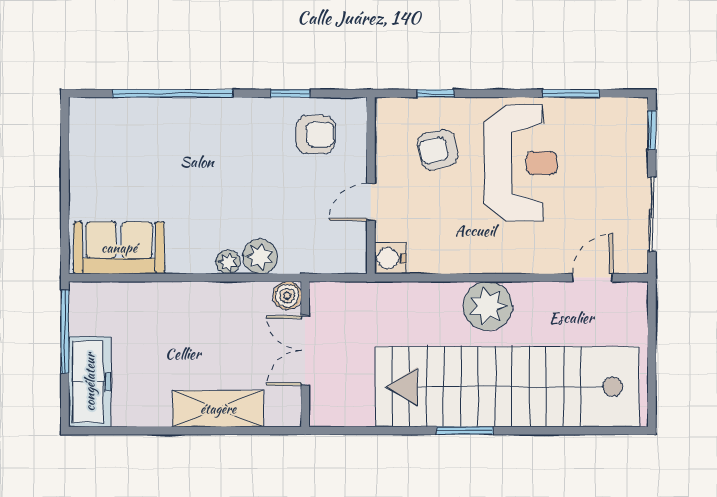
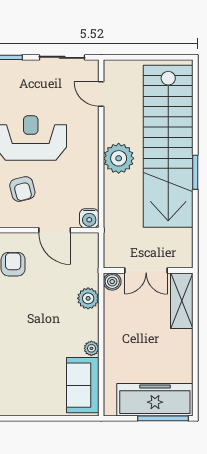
door: (371, 202) -> (55, 230), width x1.38
plant: (228, 262) -> (91, 348), moved
window: (65, 332) -> (163, 418), moved
freezer: (90, 382) -> (155, 400), width x1.36, depth x1.26
shelving: (218, 409) -> (182, 301), moved

